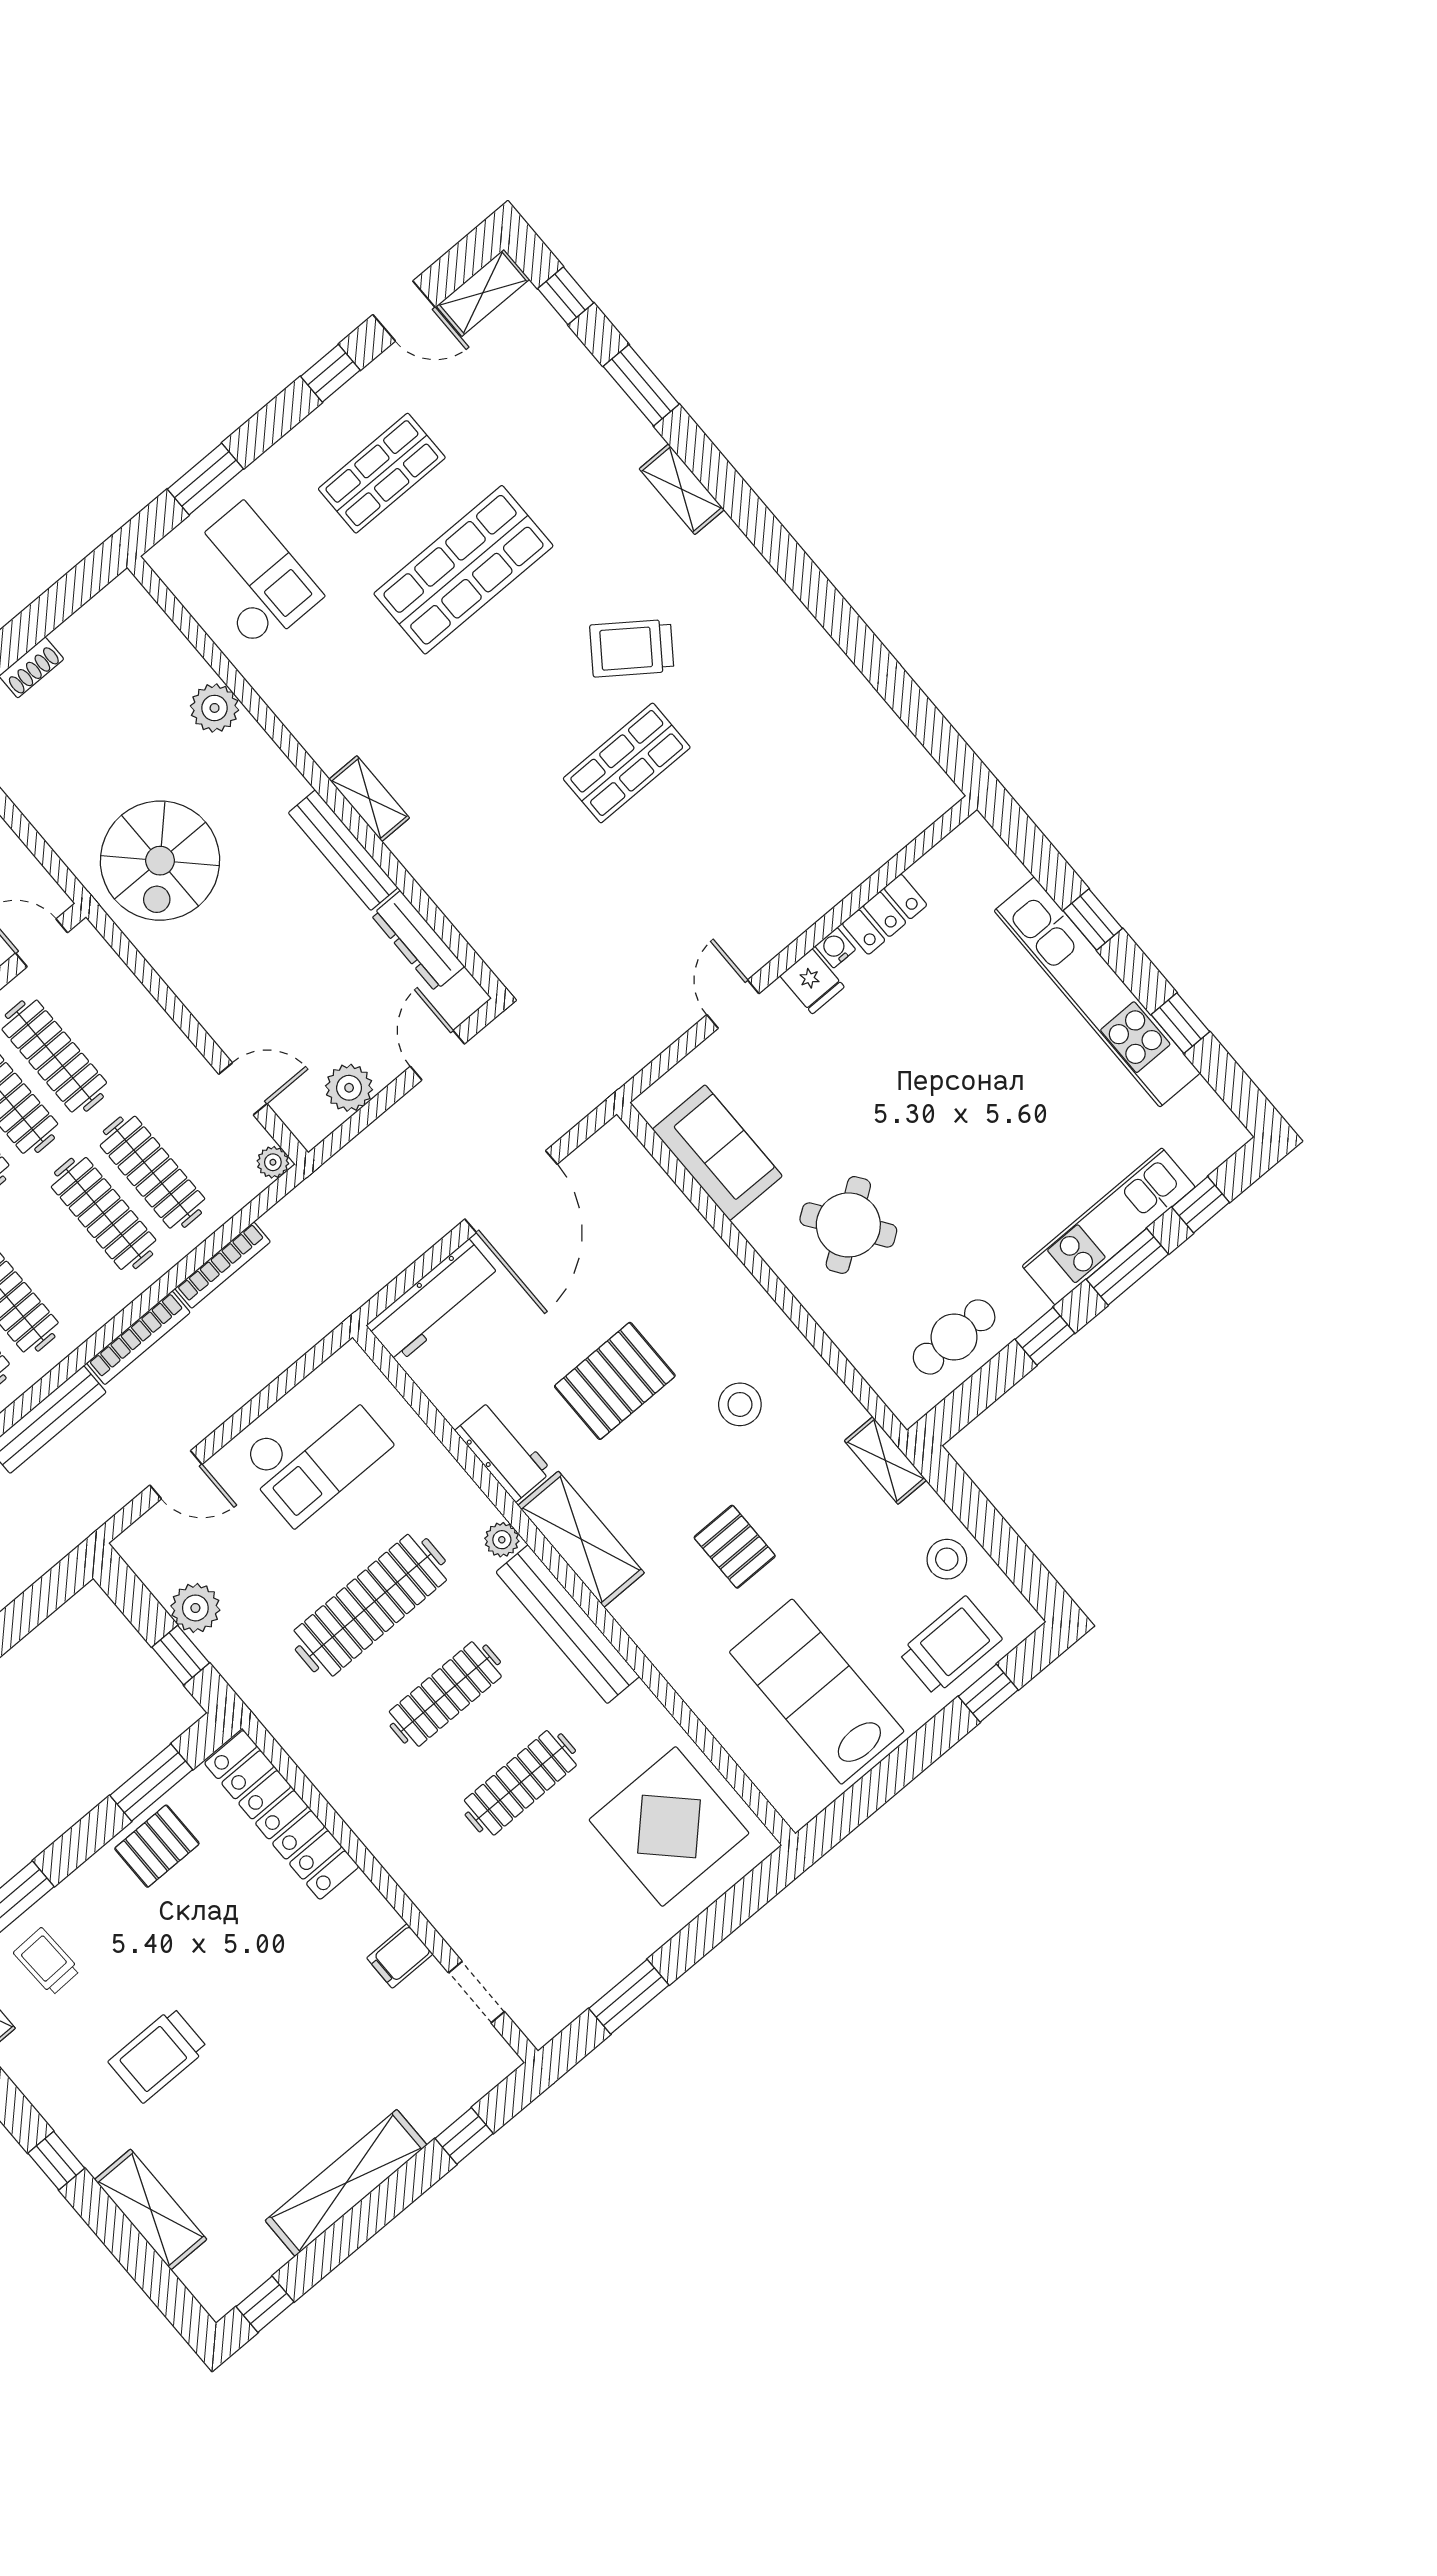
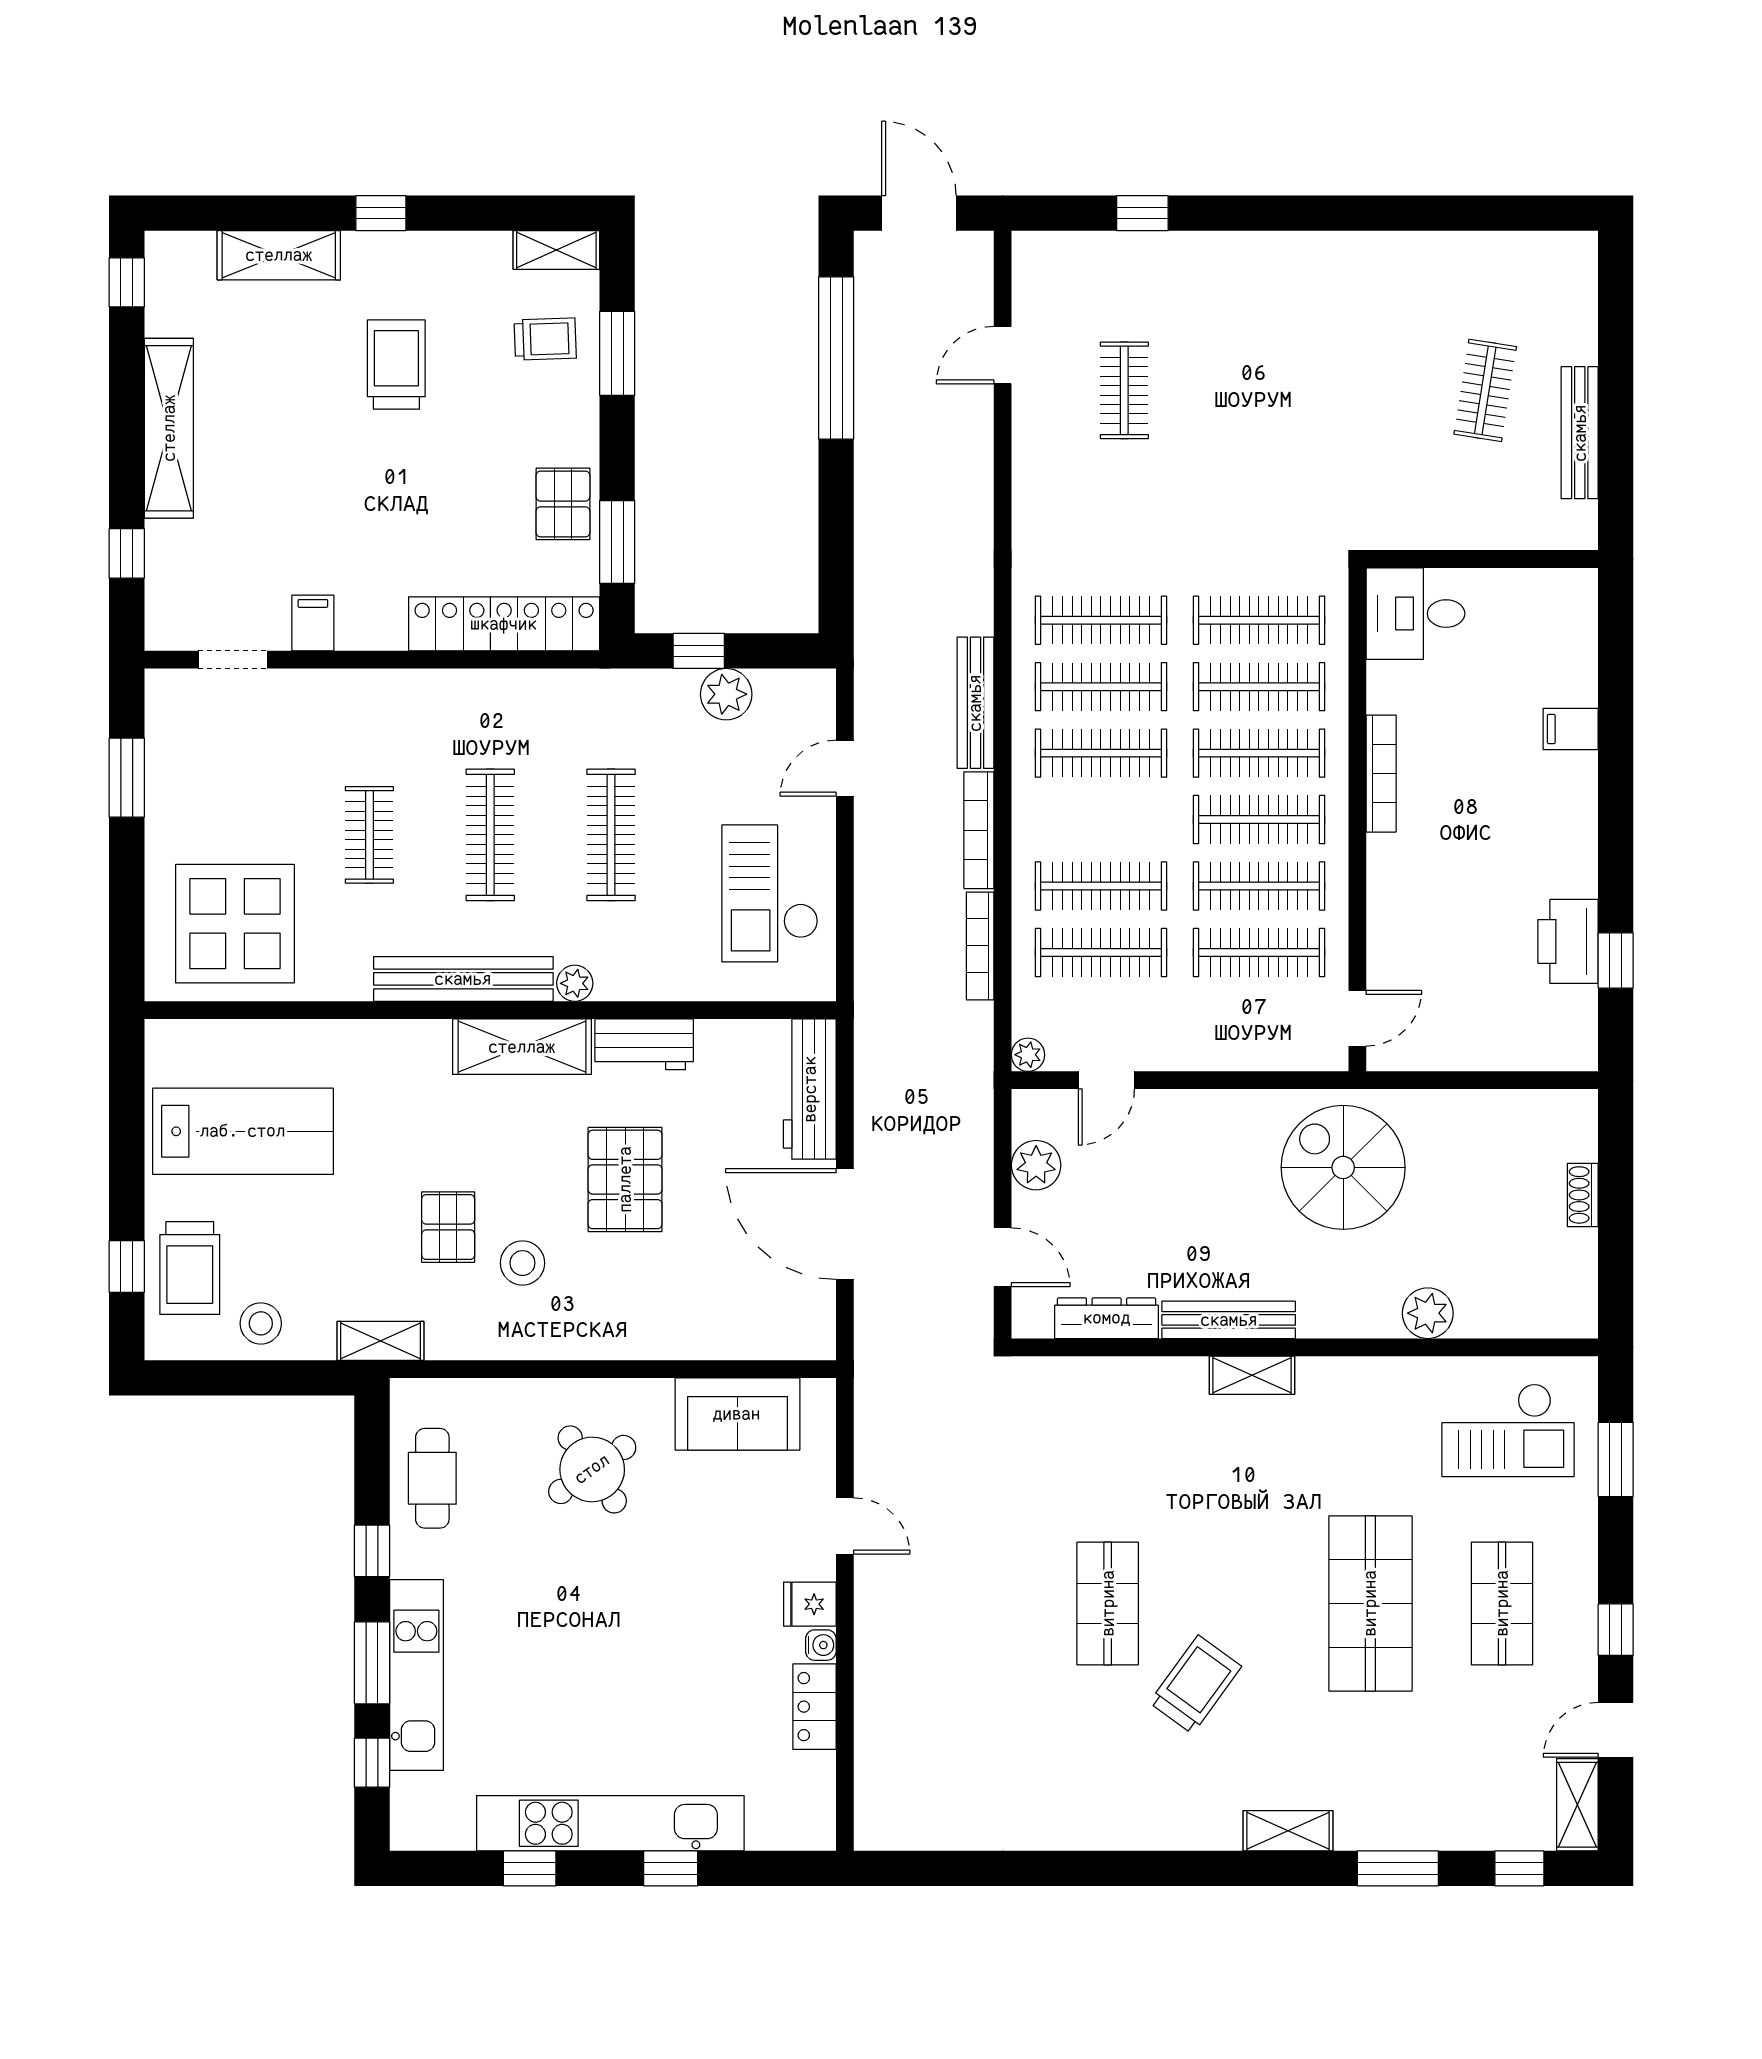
pallet: (735, 1547) -> (448, 1227), moved, turned 90
clothes rail: (370, 1605) -> (611, 835), width x0.73, depth x0.76
clothes rail: (520, 1783) -> (369, 835), width x0.73

